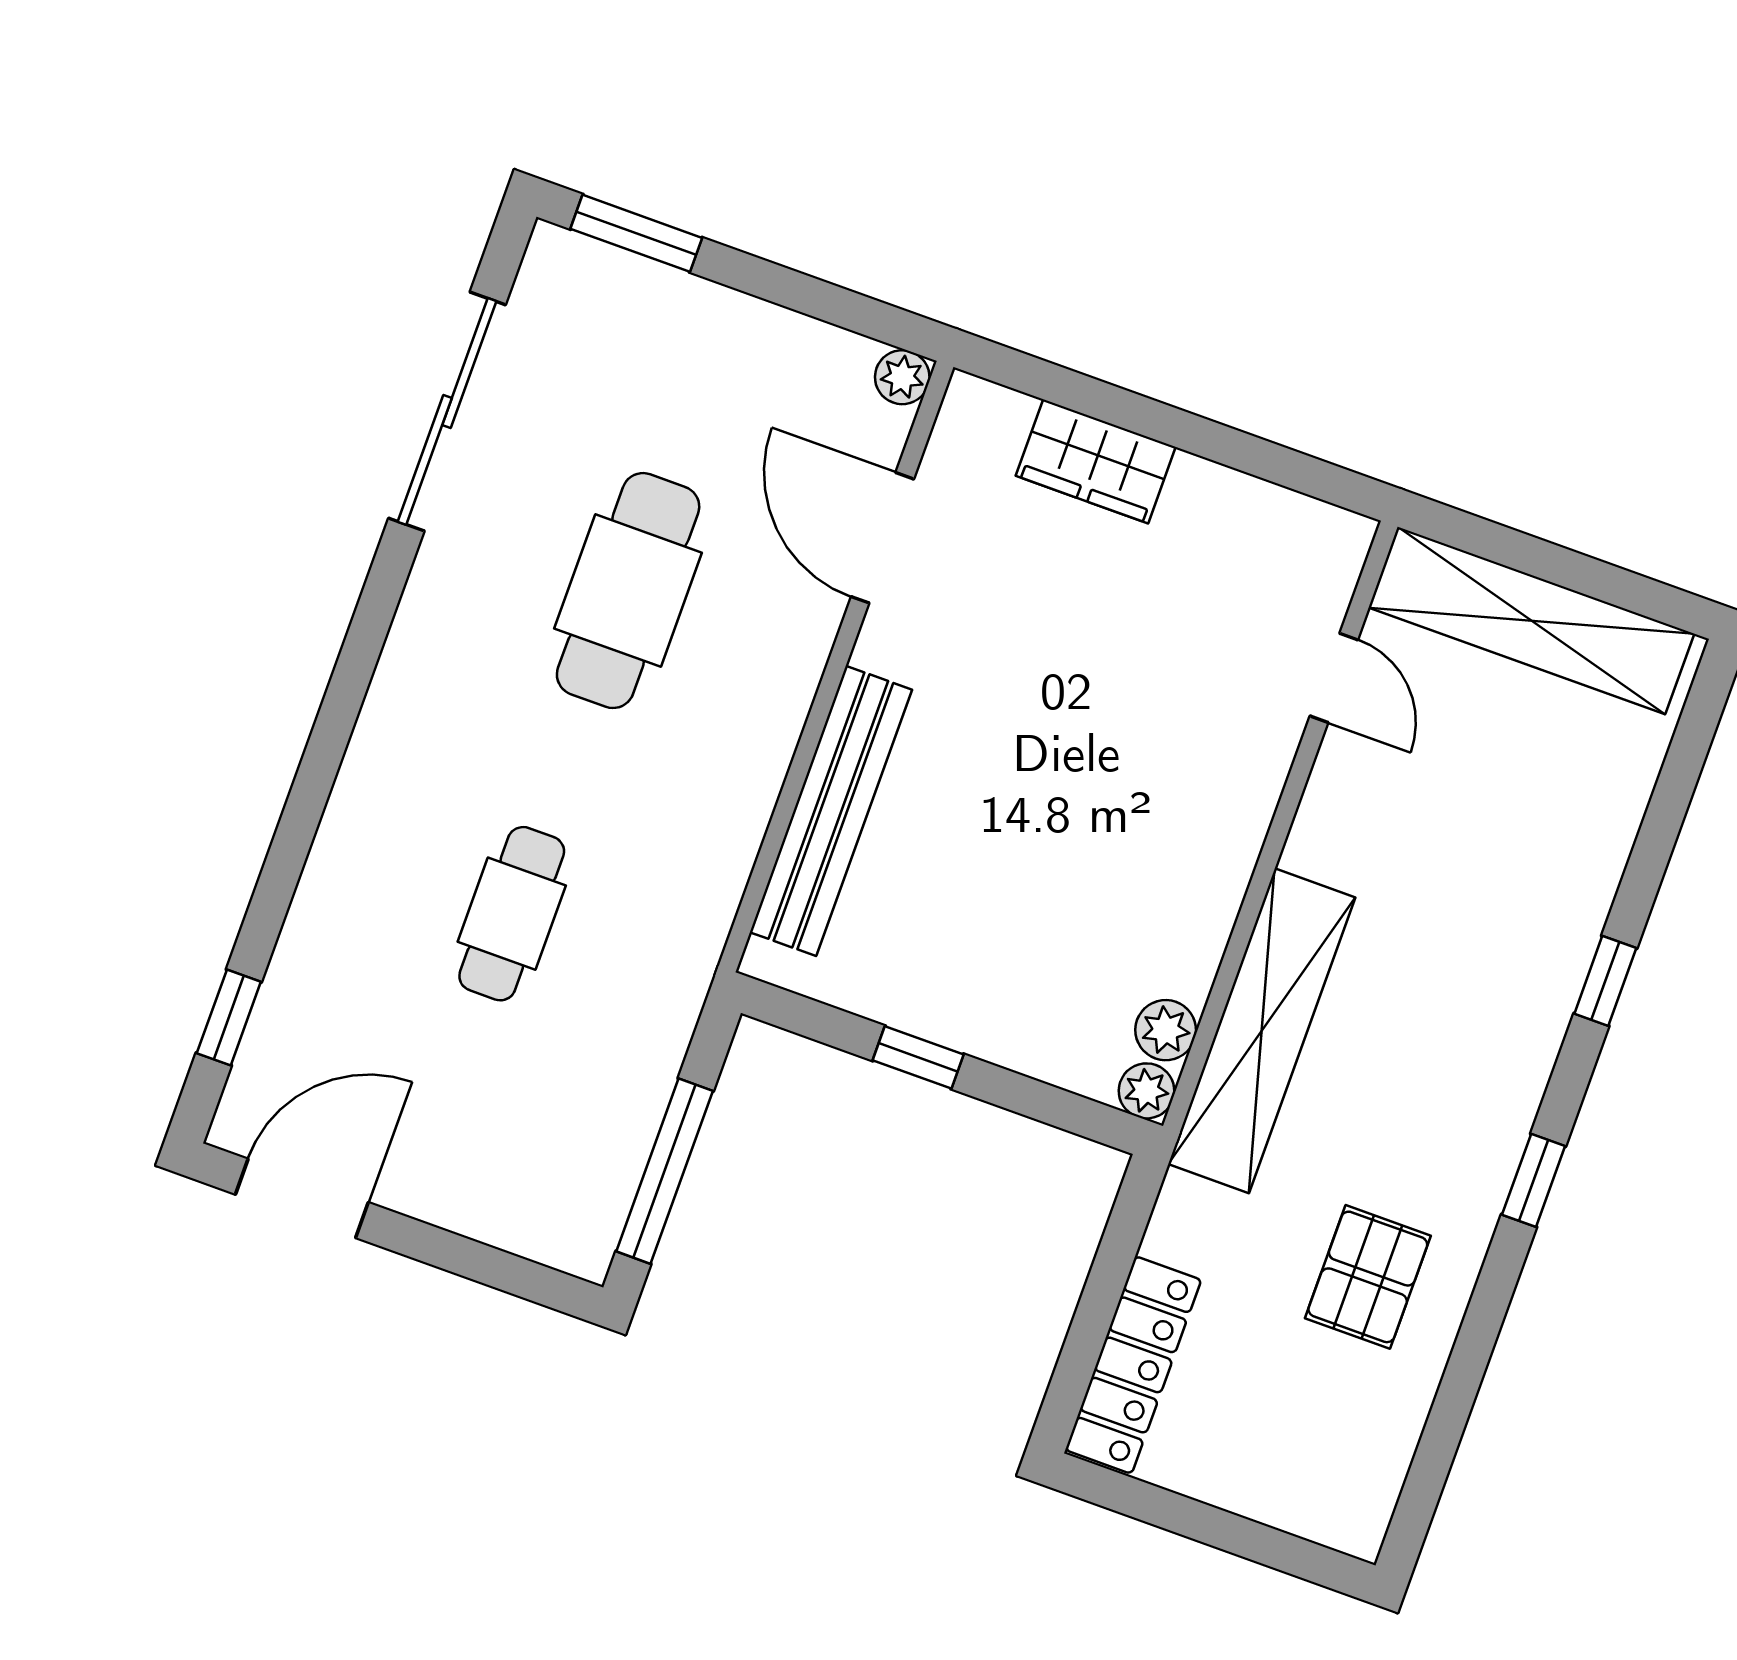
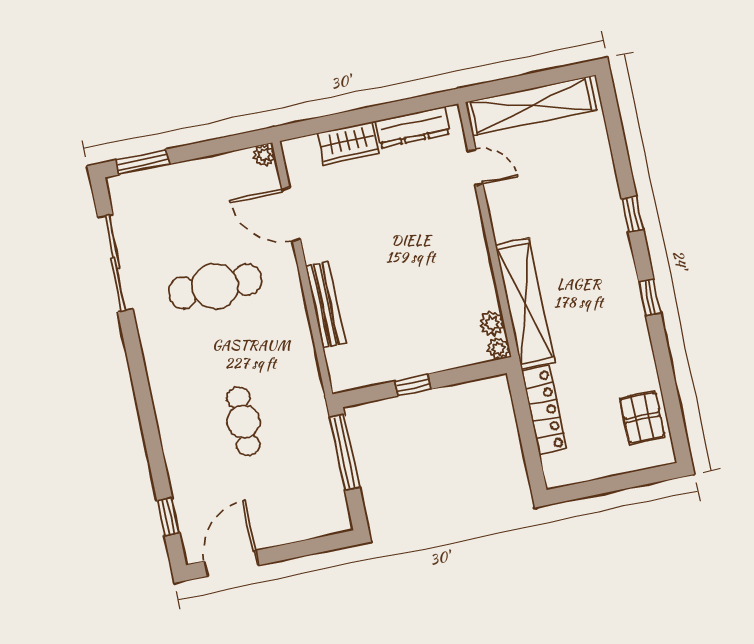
dresser: (1253, 512) -> (413, 127), added
cafe table: (628, 591) -> (215, 286), turned 90
bench: (831, 811) -> (325, 305), width x0.73, depth x0.82
window: (665, 1171) -> (345, 453), moved
pallet: (1368, 1277) -> (642, 418), moved
locker: (1133, 1365) -> (544, 410), moved

